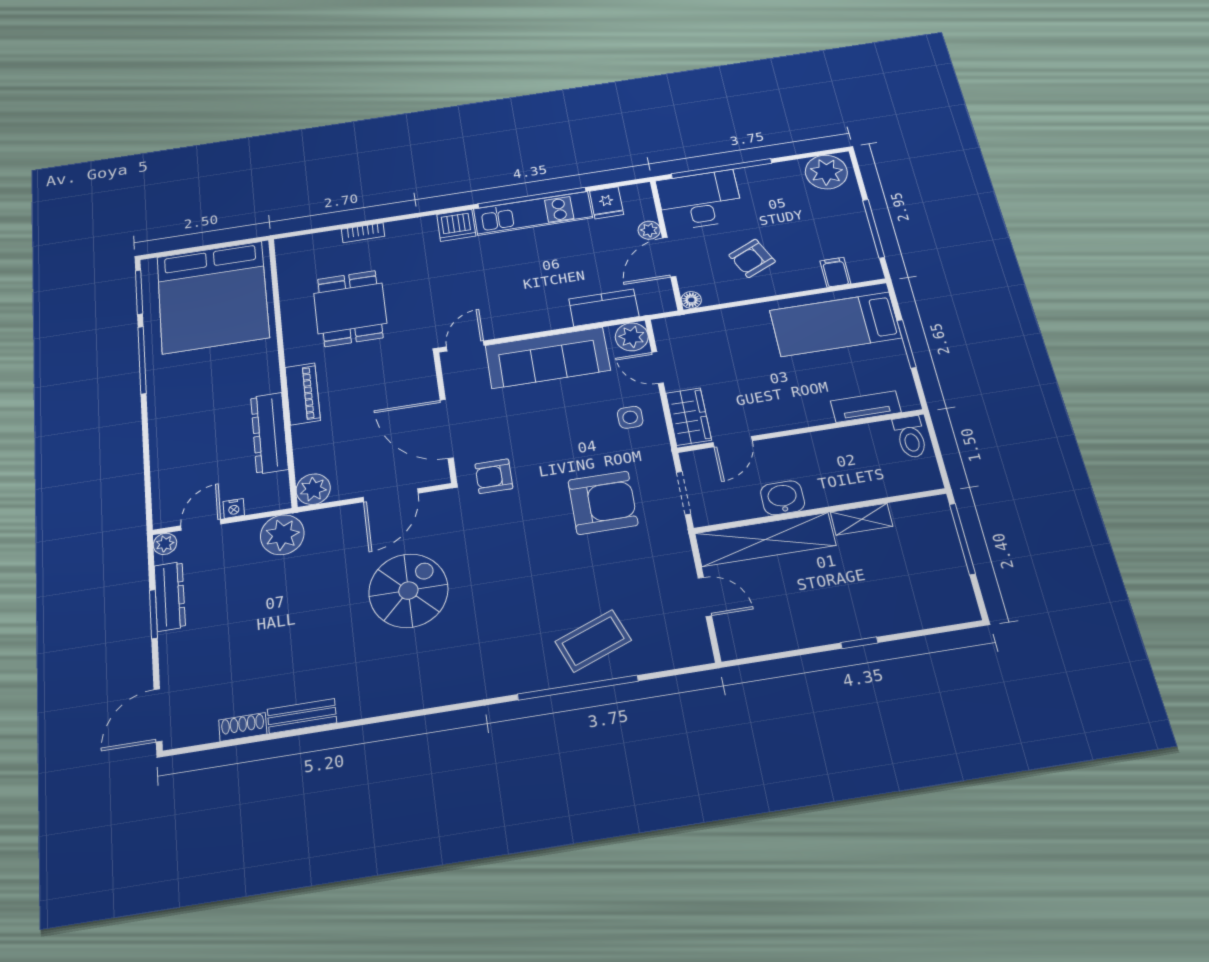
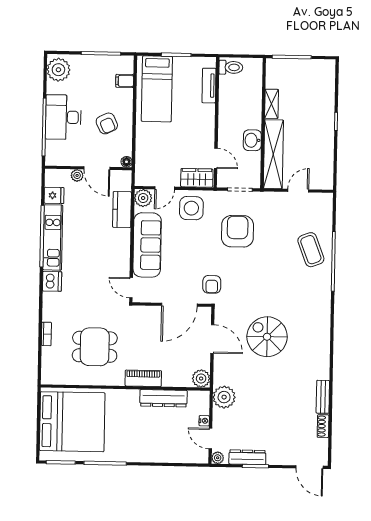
desk: (700, 200) -> (63, 117), moved
side table: (630, 417) -> (191, 208), width x1.87, depth x1.87

